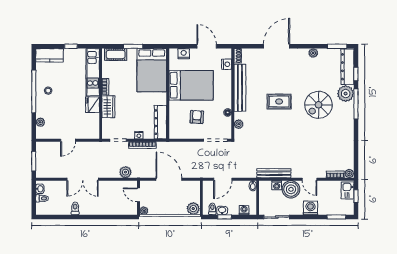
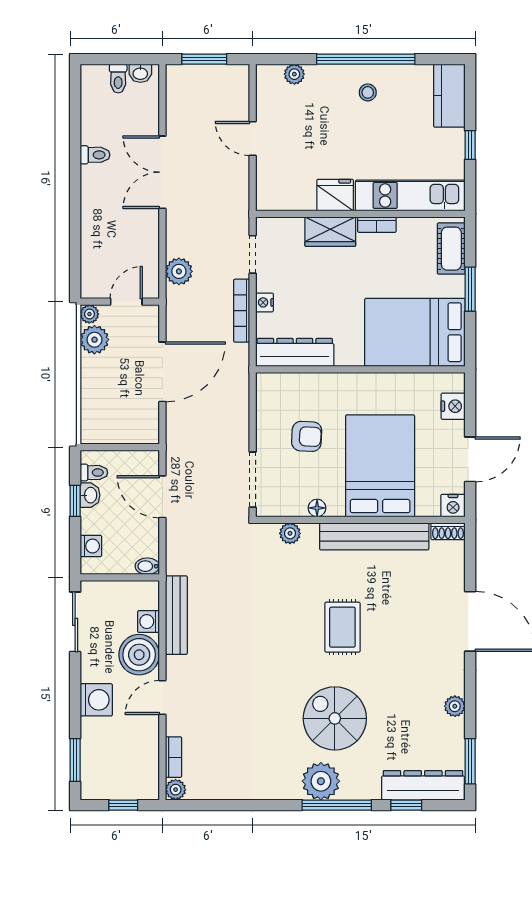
nightstand: (227, 64) -> (453, 506), moved
bed: (191, 85) -> (380, 466), moved, turned 180
plant: (346, 94) -> (321, 781), moved
kitchen sink: (348, 190) -> (136, 786), removed
plant: (193, 209) -> (94, 340), moved

